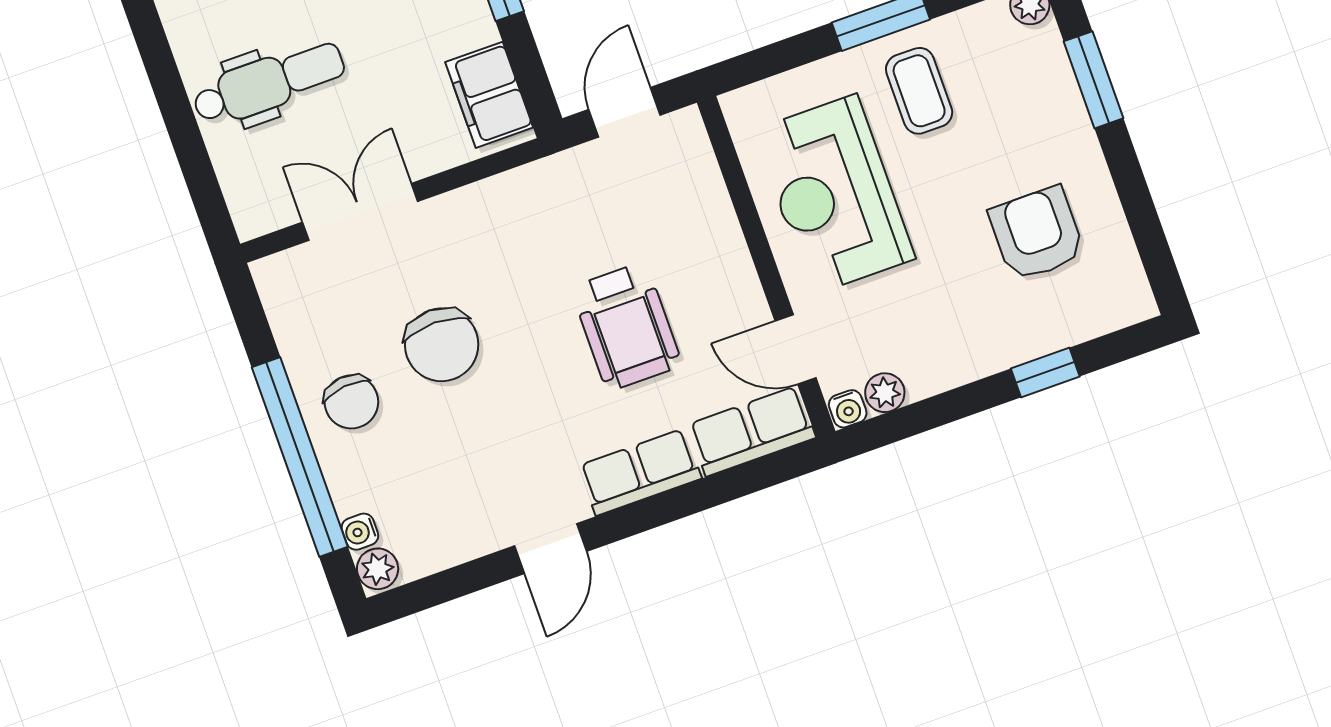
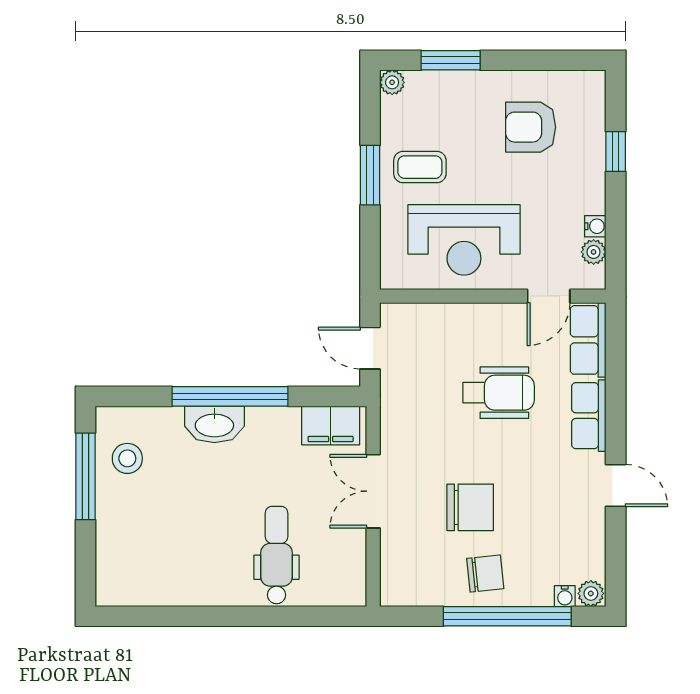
double door: (360, 212) -> (373, 491), moved
water cooler: (848, 409) -> (595, 226), moved

